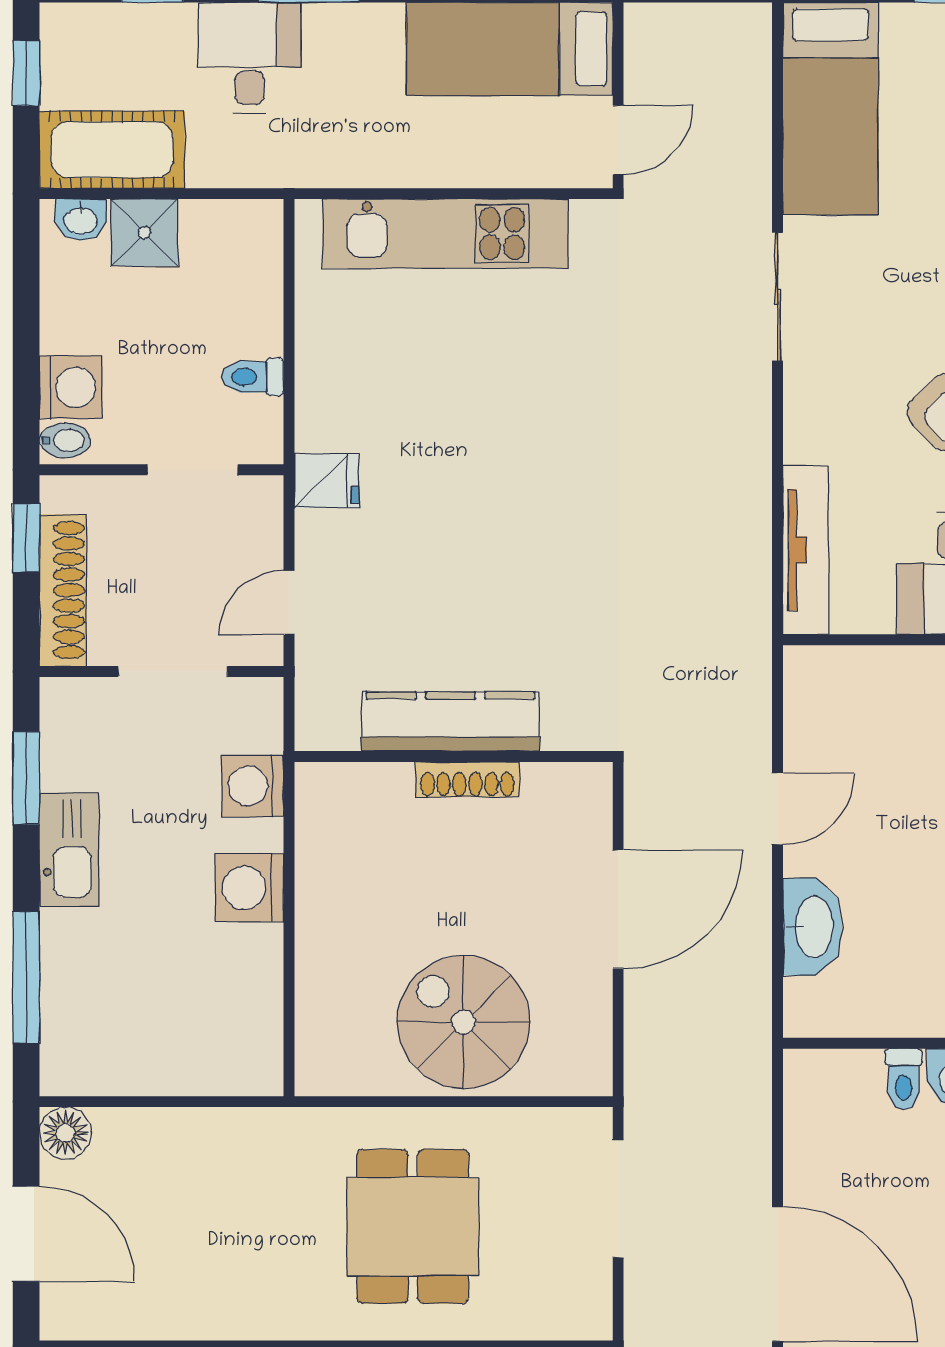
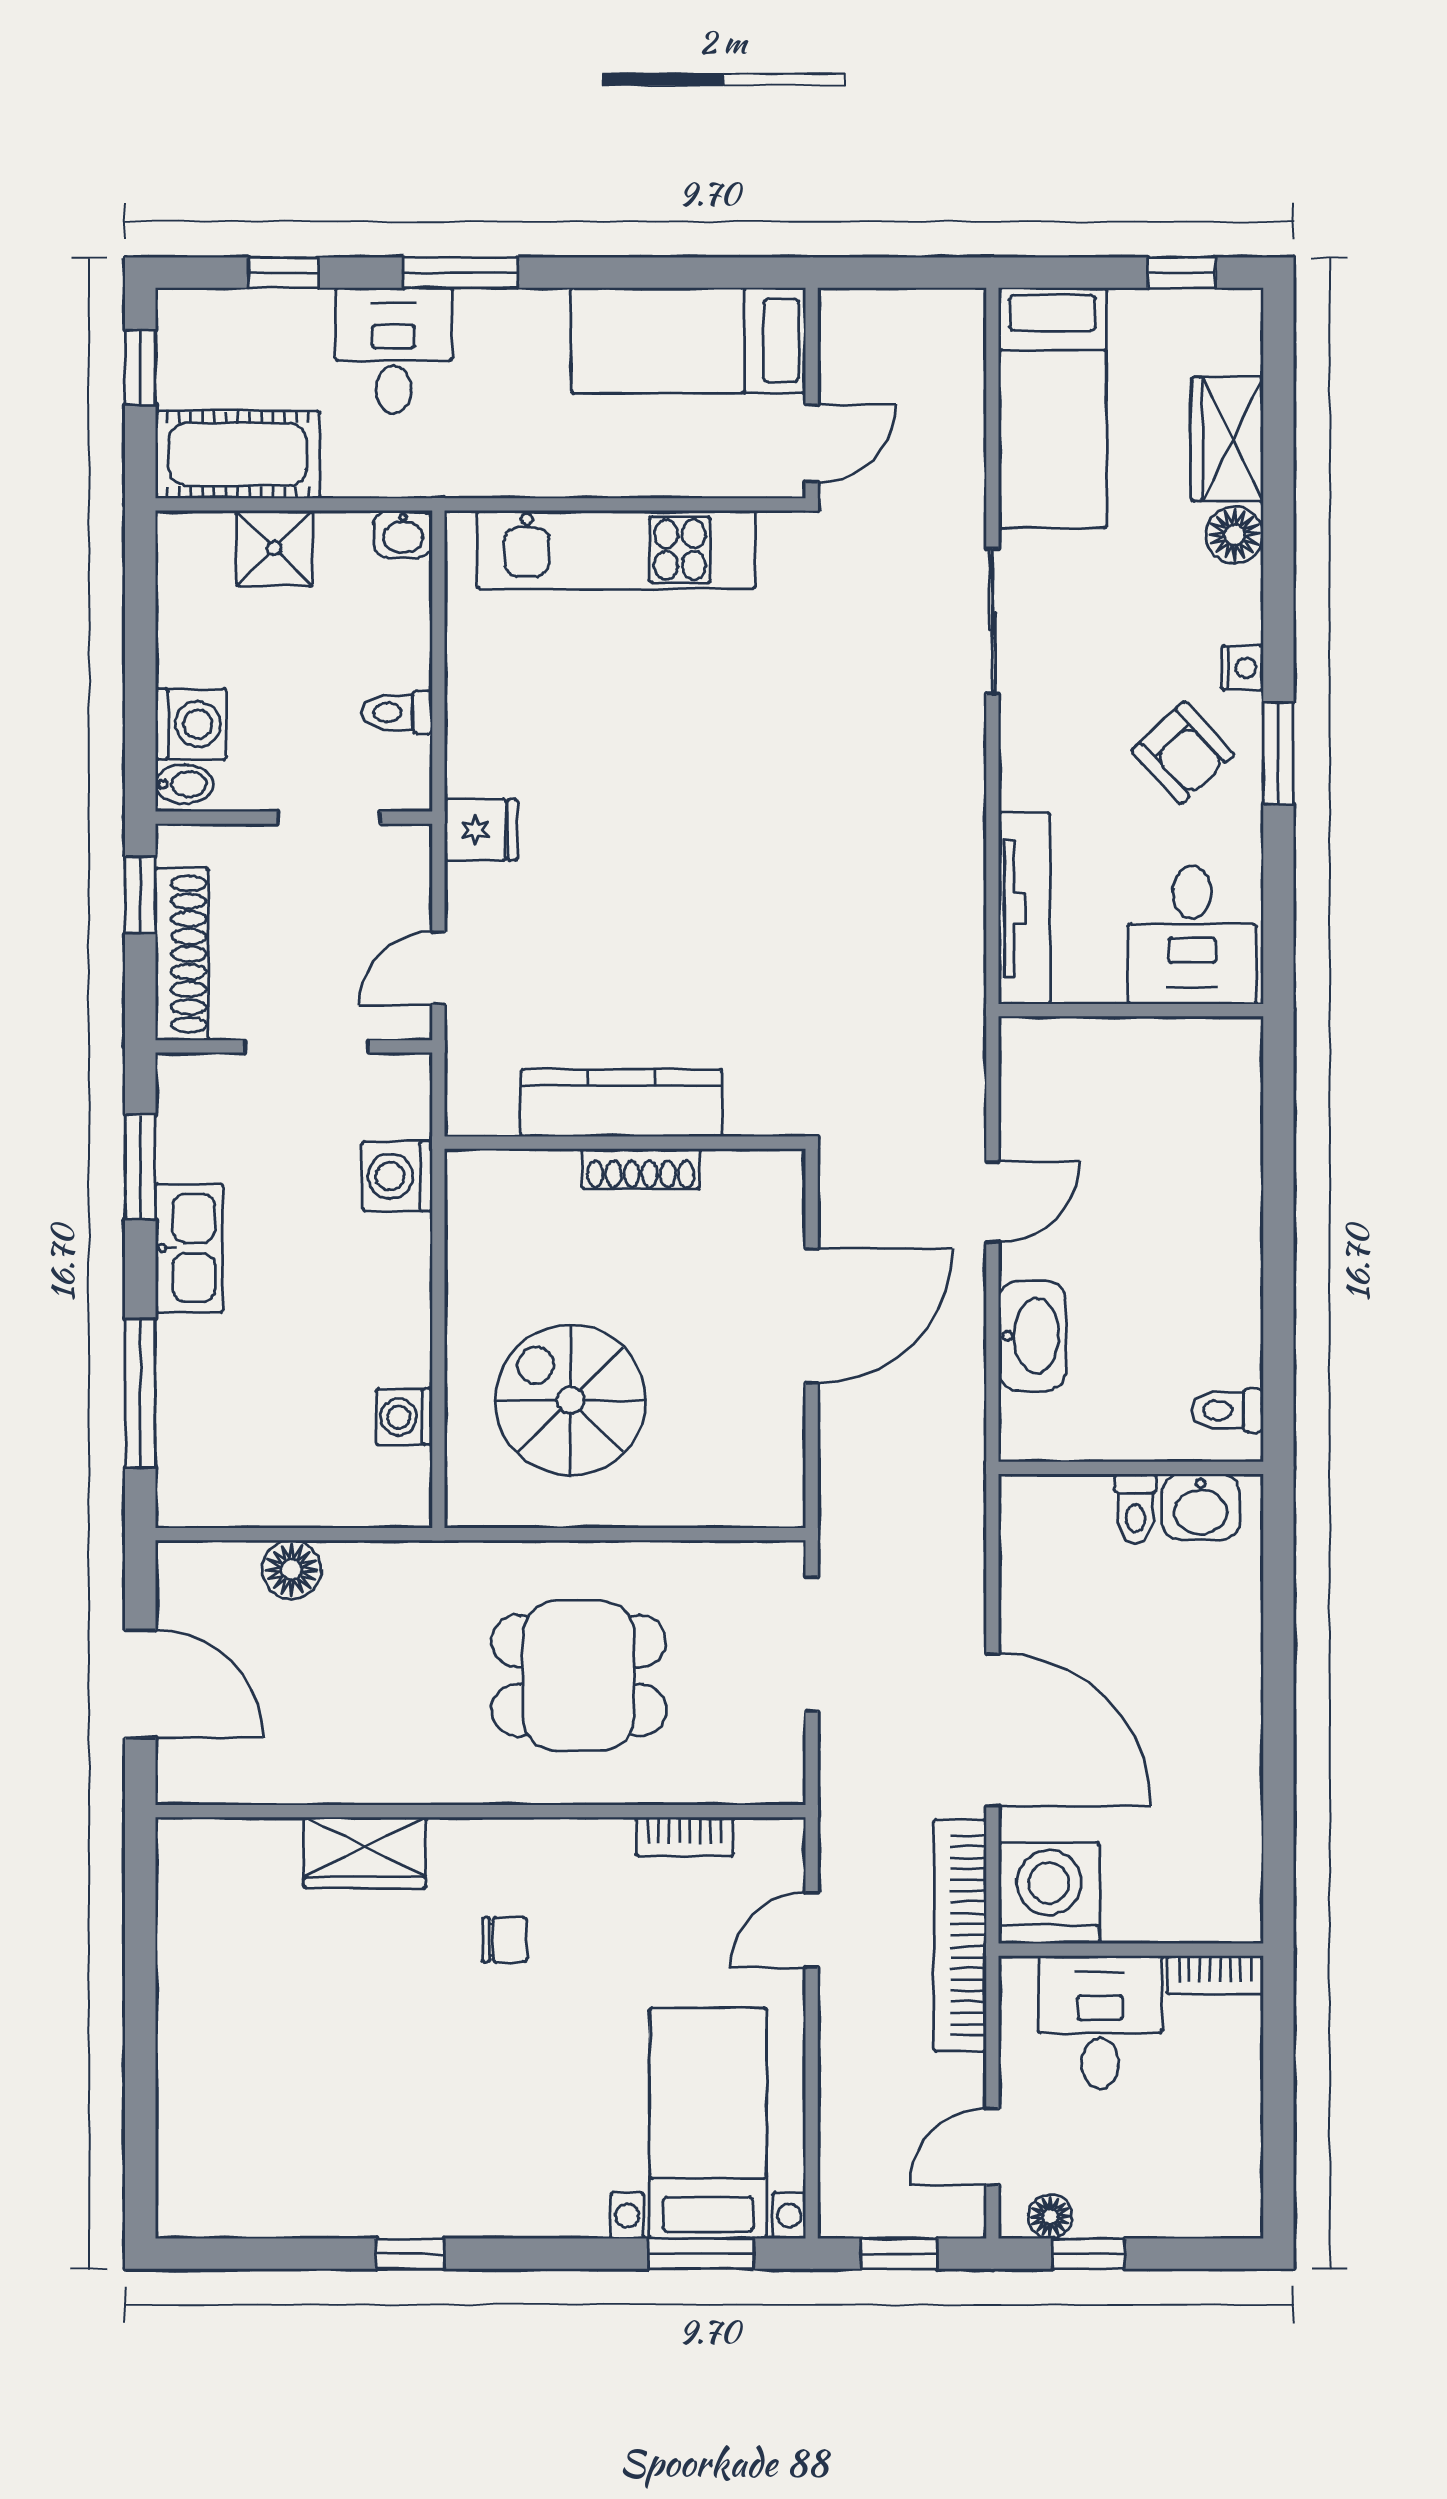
washbasin: (81, 220) -> (403, 534), moved
washing machine: (249, 888) -> (404, 1417), moved, width x0.73, depth x0.73
spiral stairs: (463, 1022) -> (570, 1400), moved
floor lamp: (65, 1133) -> (291, 1570), moved
dining table: (413, 1226) -> (579, 1676), turned 90

